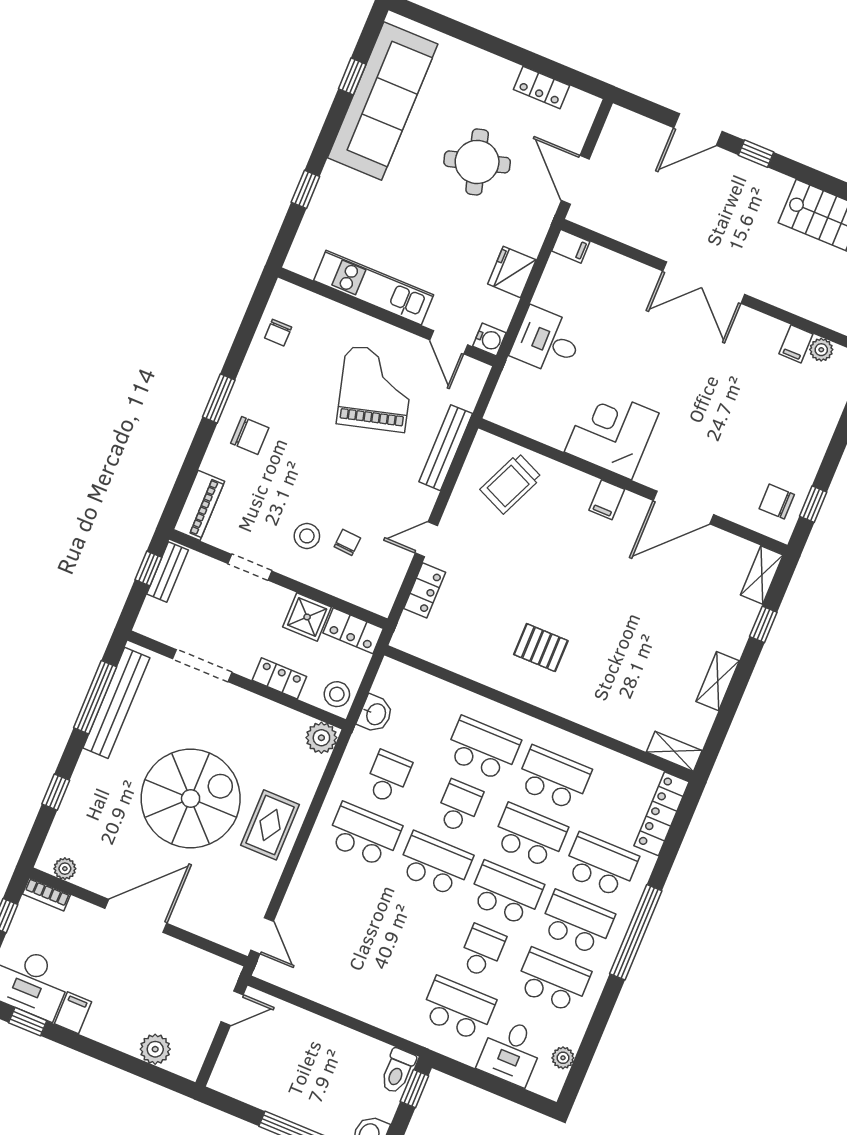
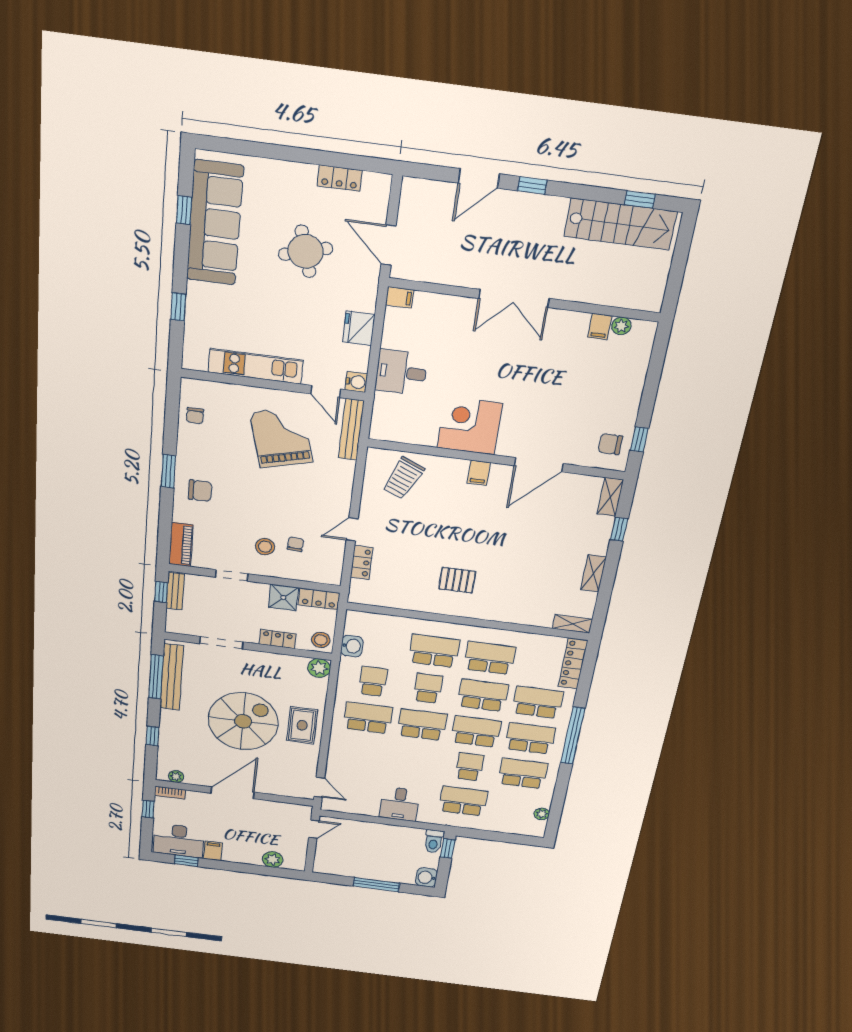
bench: (446, 448) -> (351, 429), moved
desk: (511, 1052) -> (399, 804), moved

